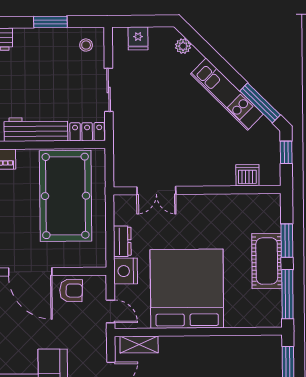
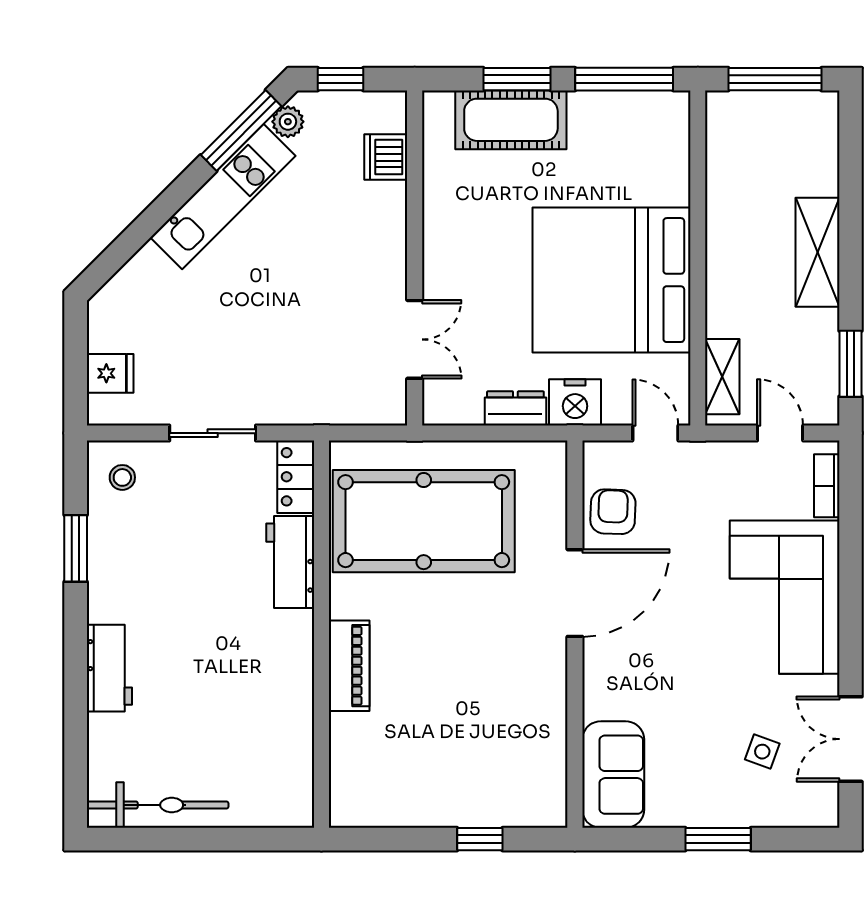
plant: (183, 46) -> (288, 122), moved
workbench: (36, 129) -> (290, 562), width x0.73
cot: (267, 261) -> (511, 120), moved
door: (111, 311) -> (655, 433), hinge flipped

